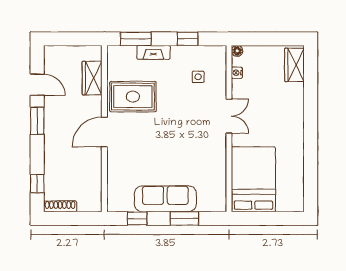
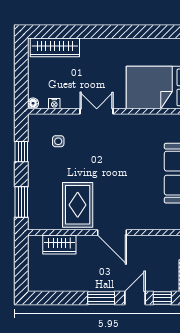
fireplace: (153, 52) -> (34, 185), removed
wardrobe: (294, 65) -> (55, 47), width x1.50
door: (37, 85) -> (135, 298), moved

